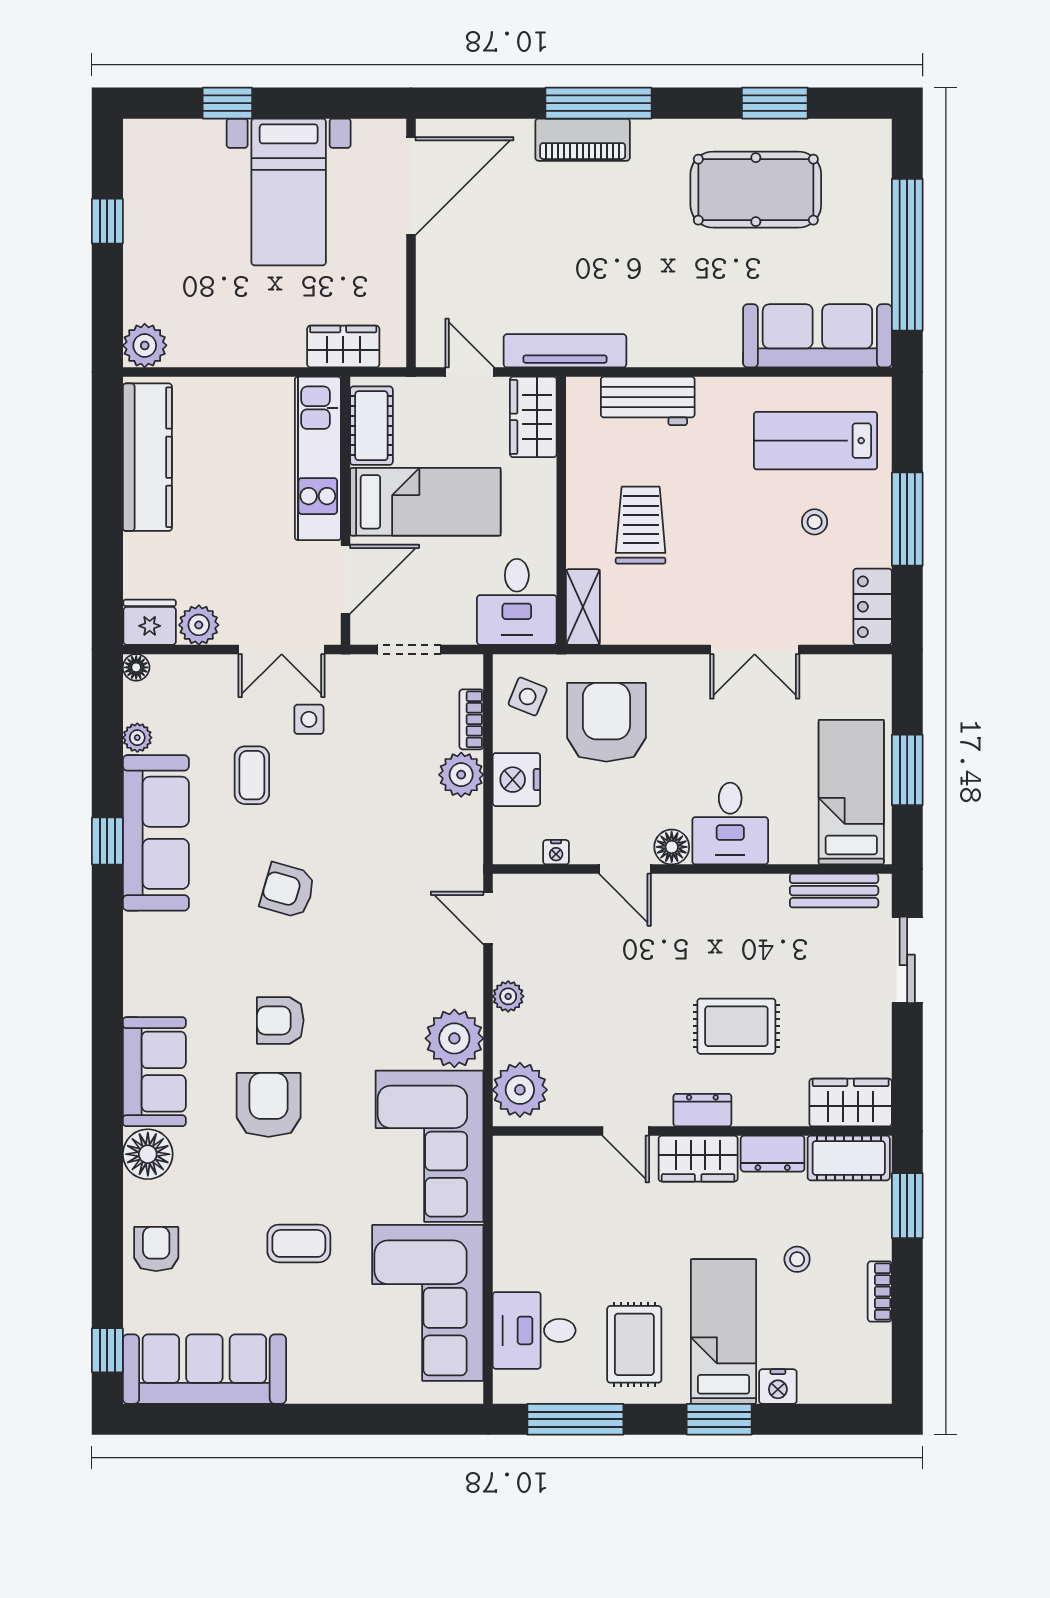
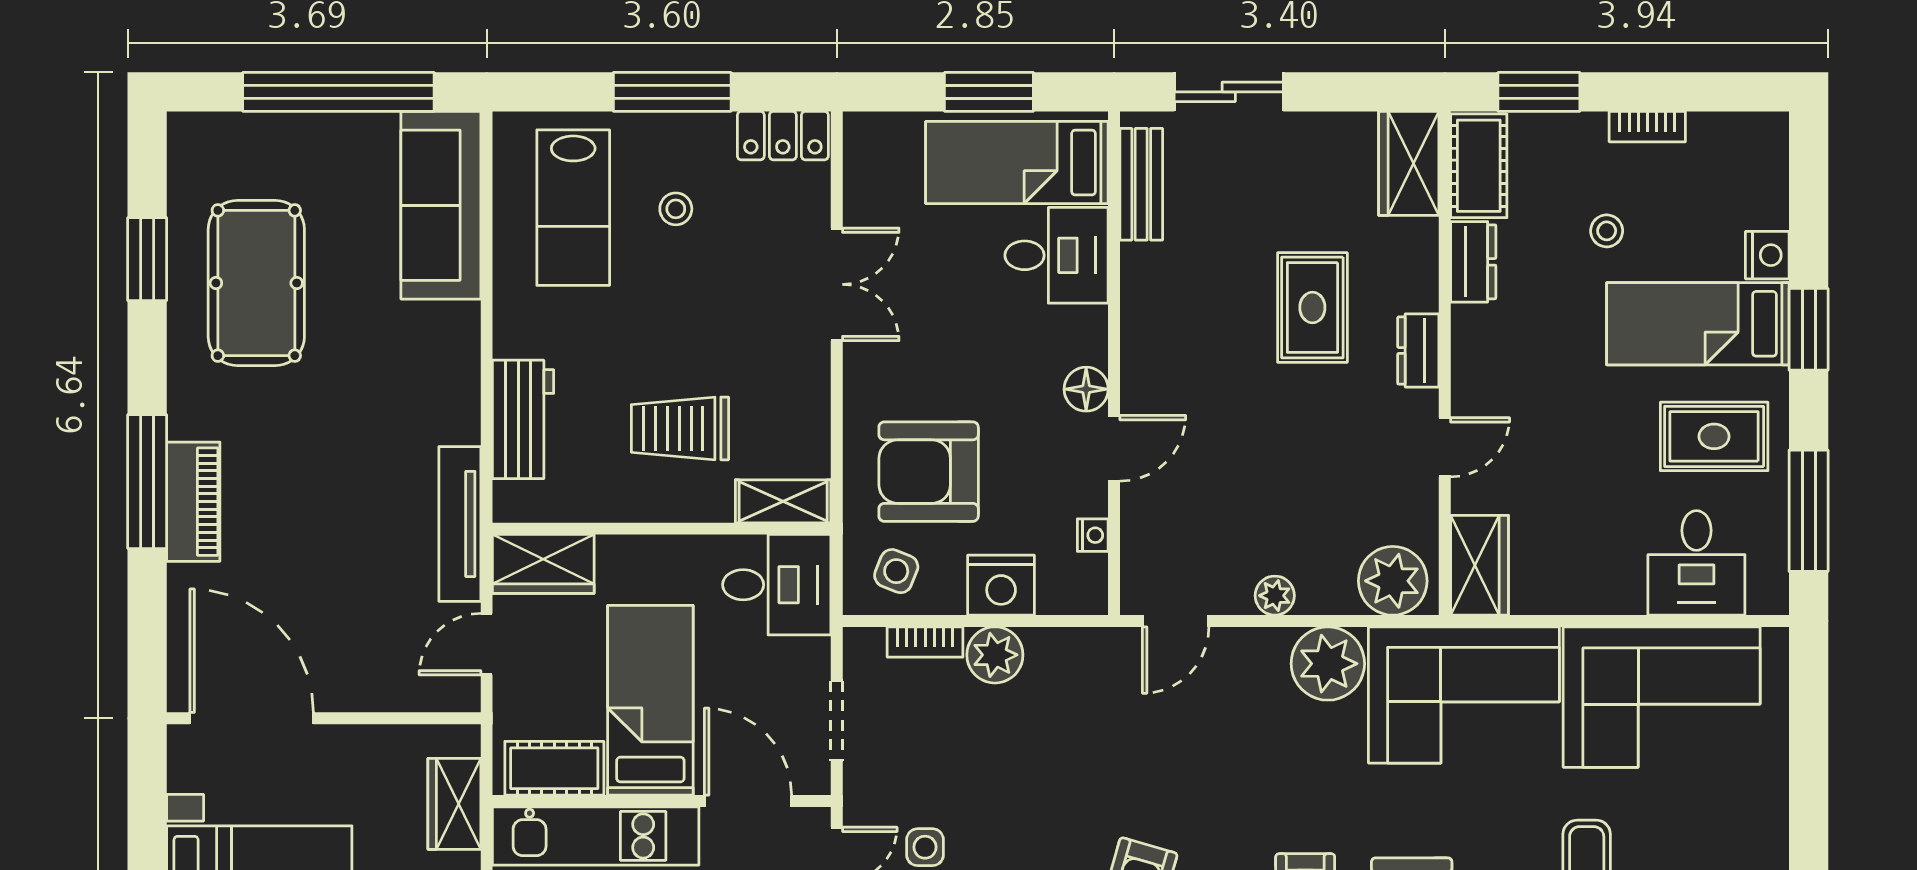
desk: (730, 824) -> (1057, 255), moved
wardrobe: (698, 1159) -> (1480, 565), moved

